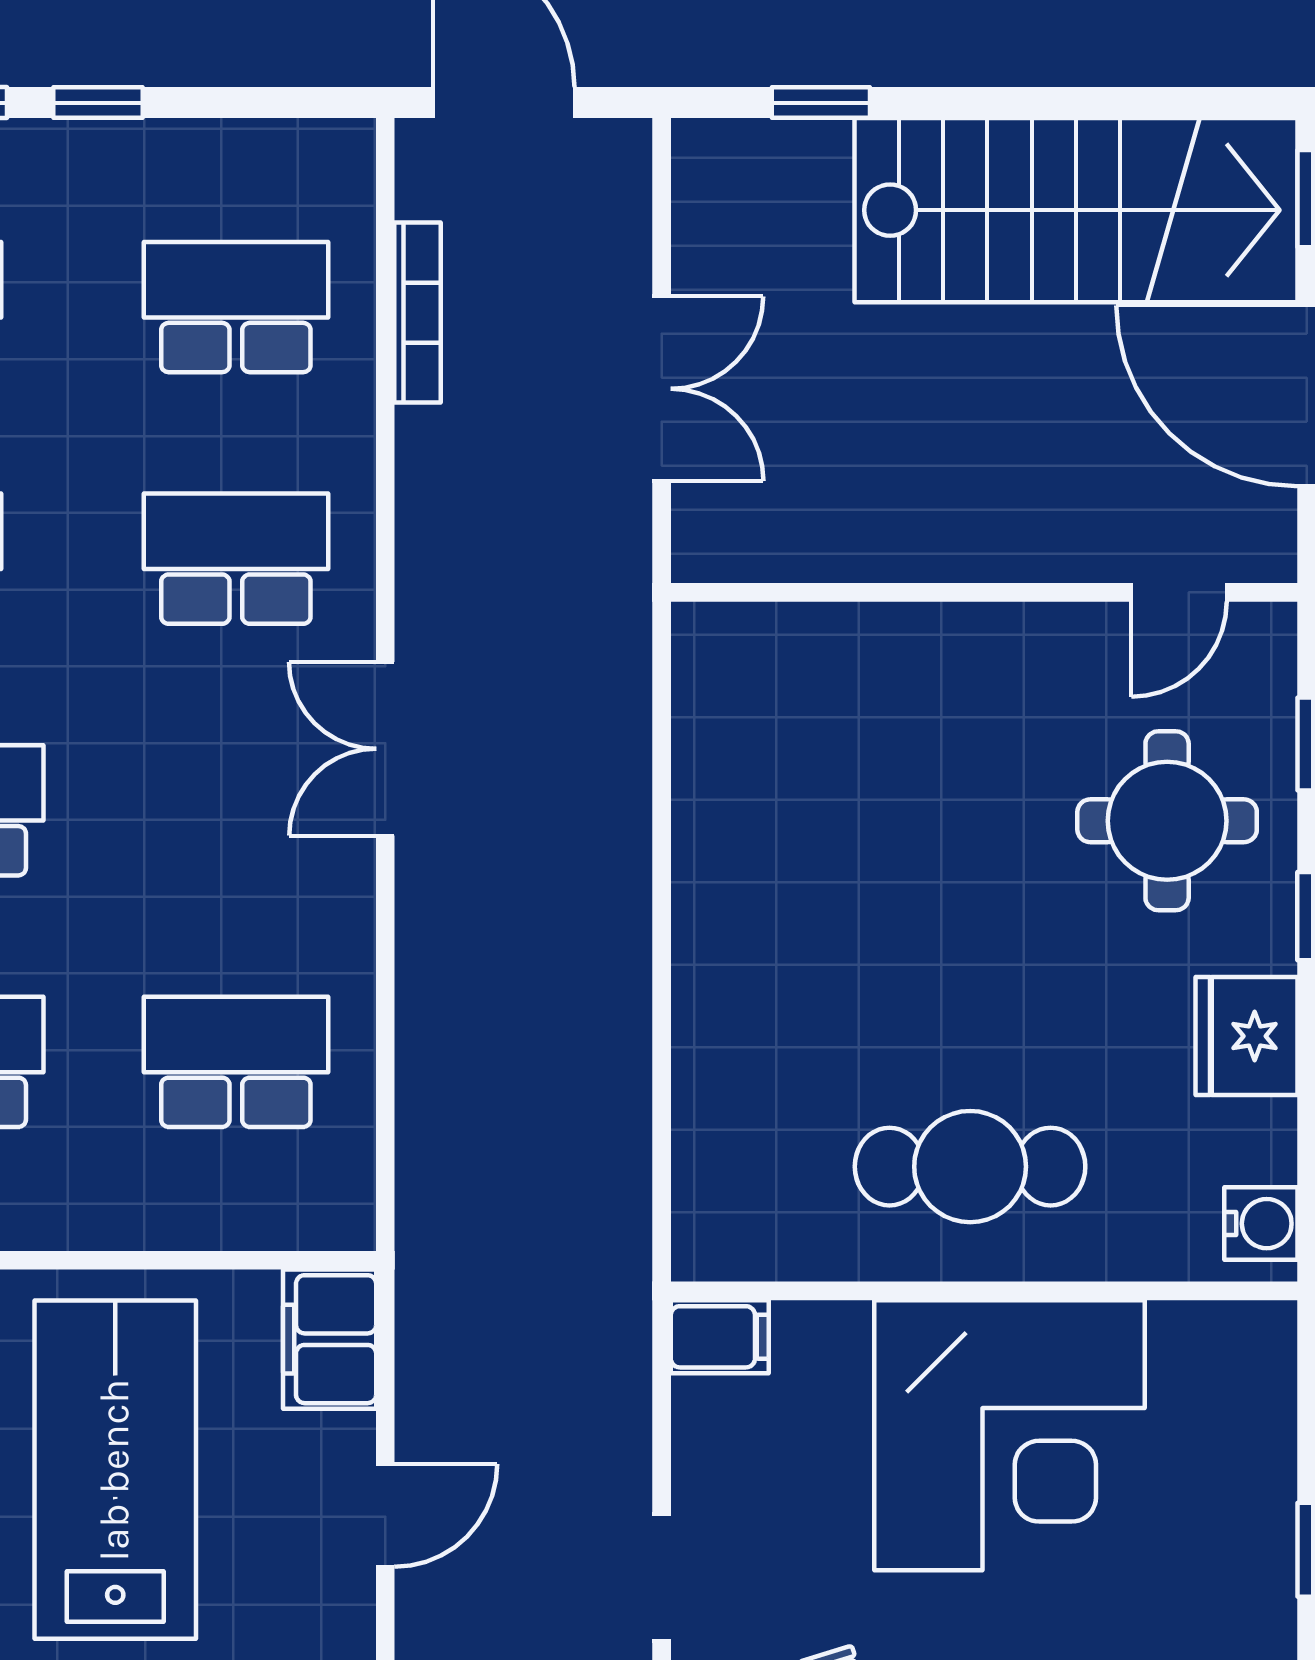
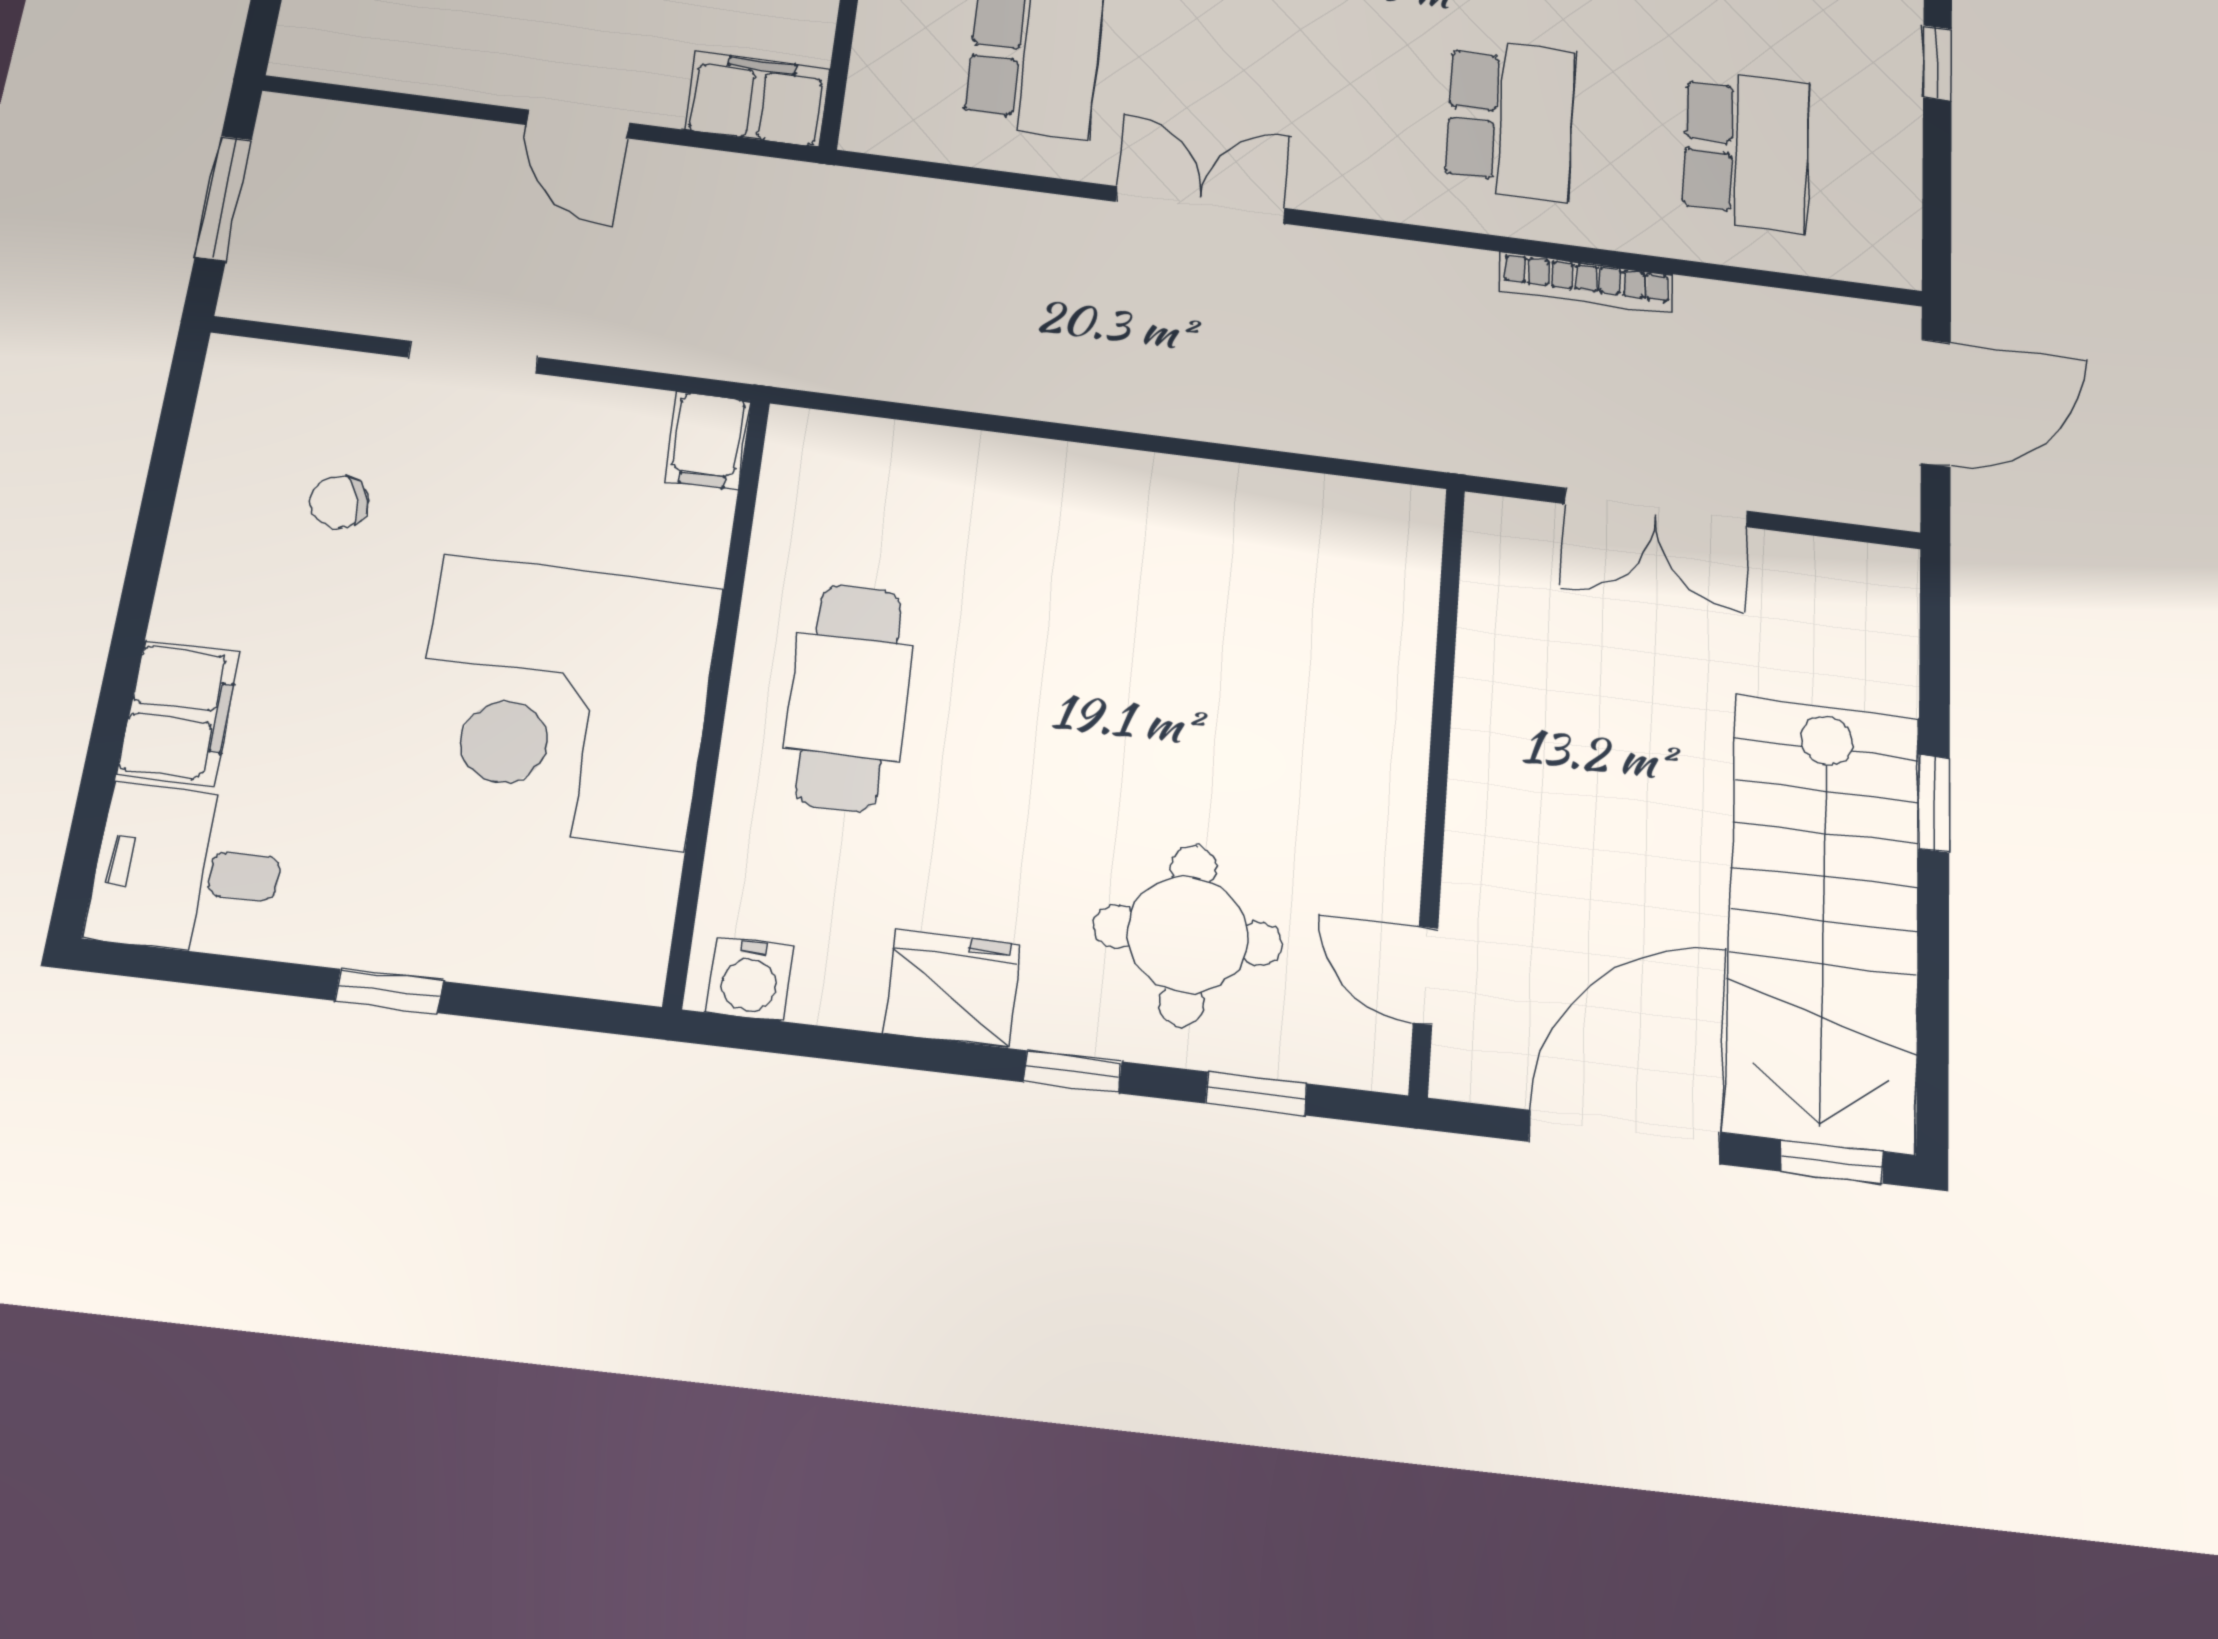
window: (821, 103) -> (1934, 803), moved
bookcase: (418, 313) -> (1586, 283), moved
double door: (385, 749) -> (1200, 205), moved

